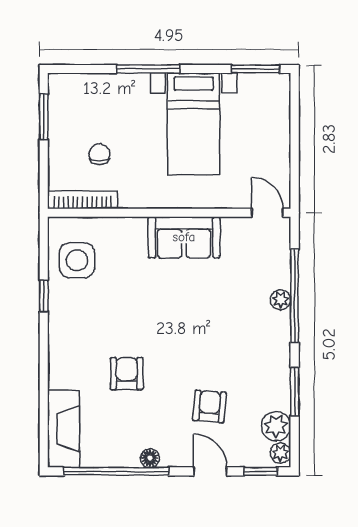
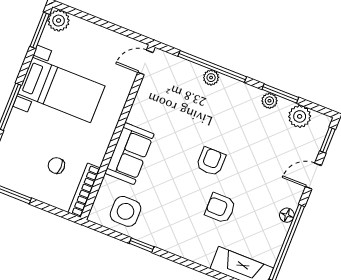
plant: (277, 87) -> (59, 21), added
sofa: (184, 237) -> (129, 154), moved
armchair: (210, 406) -> (211, 161), moved, turned 85
plant: (280, 453) -> (269, 101), moved

